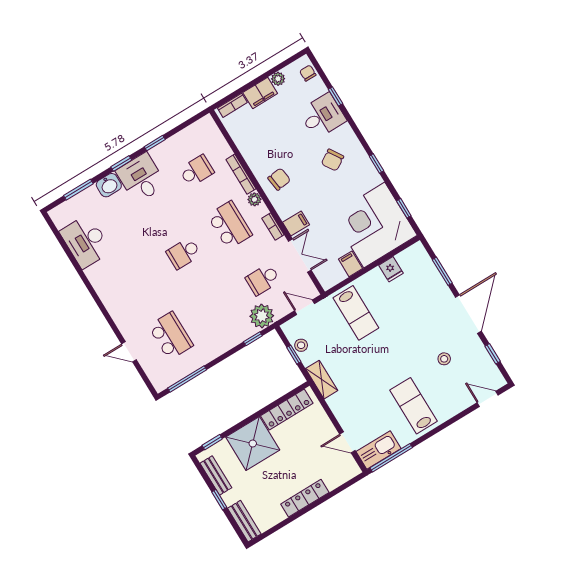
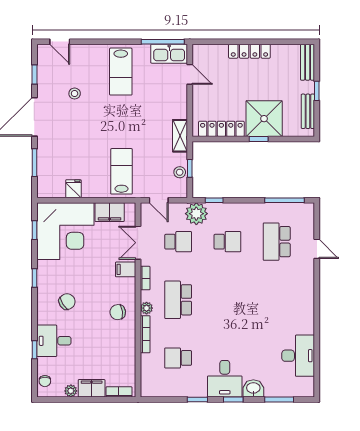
school desk: (184, 253) -> (227, 242), moved
filing cabinet: (350, 264) -> (110, 212), width x2.00
window: (212, 442) -> (259, 139), moved

